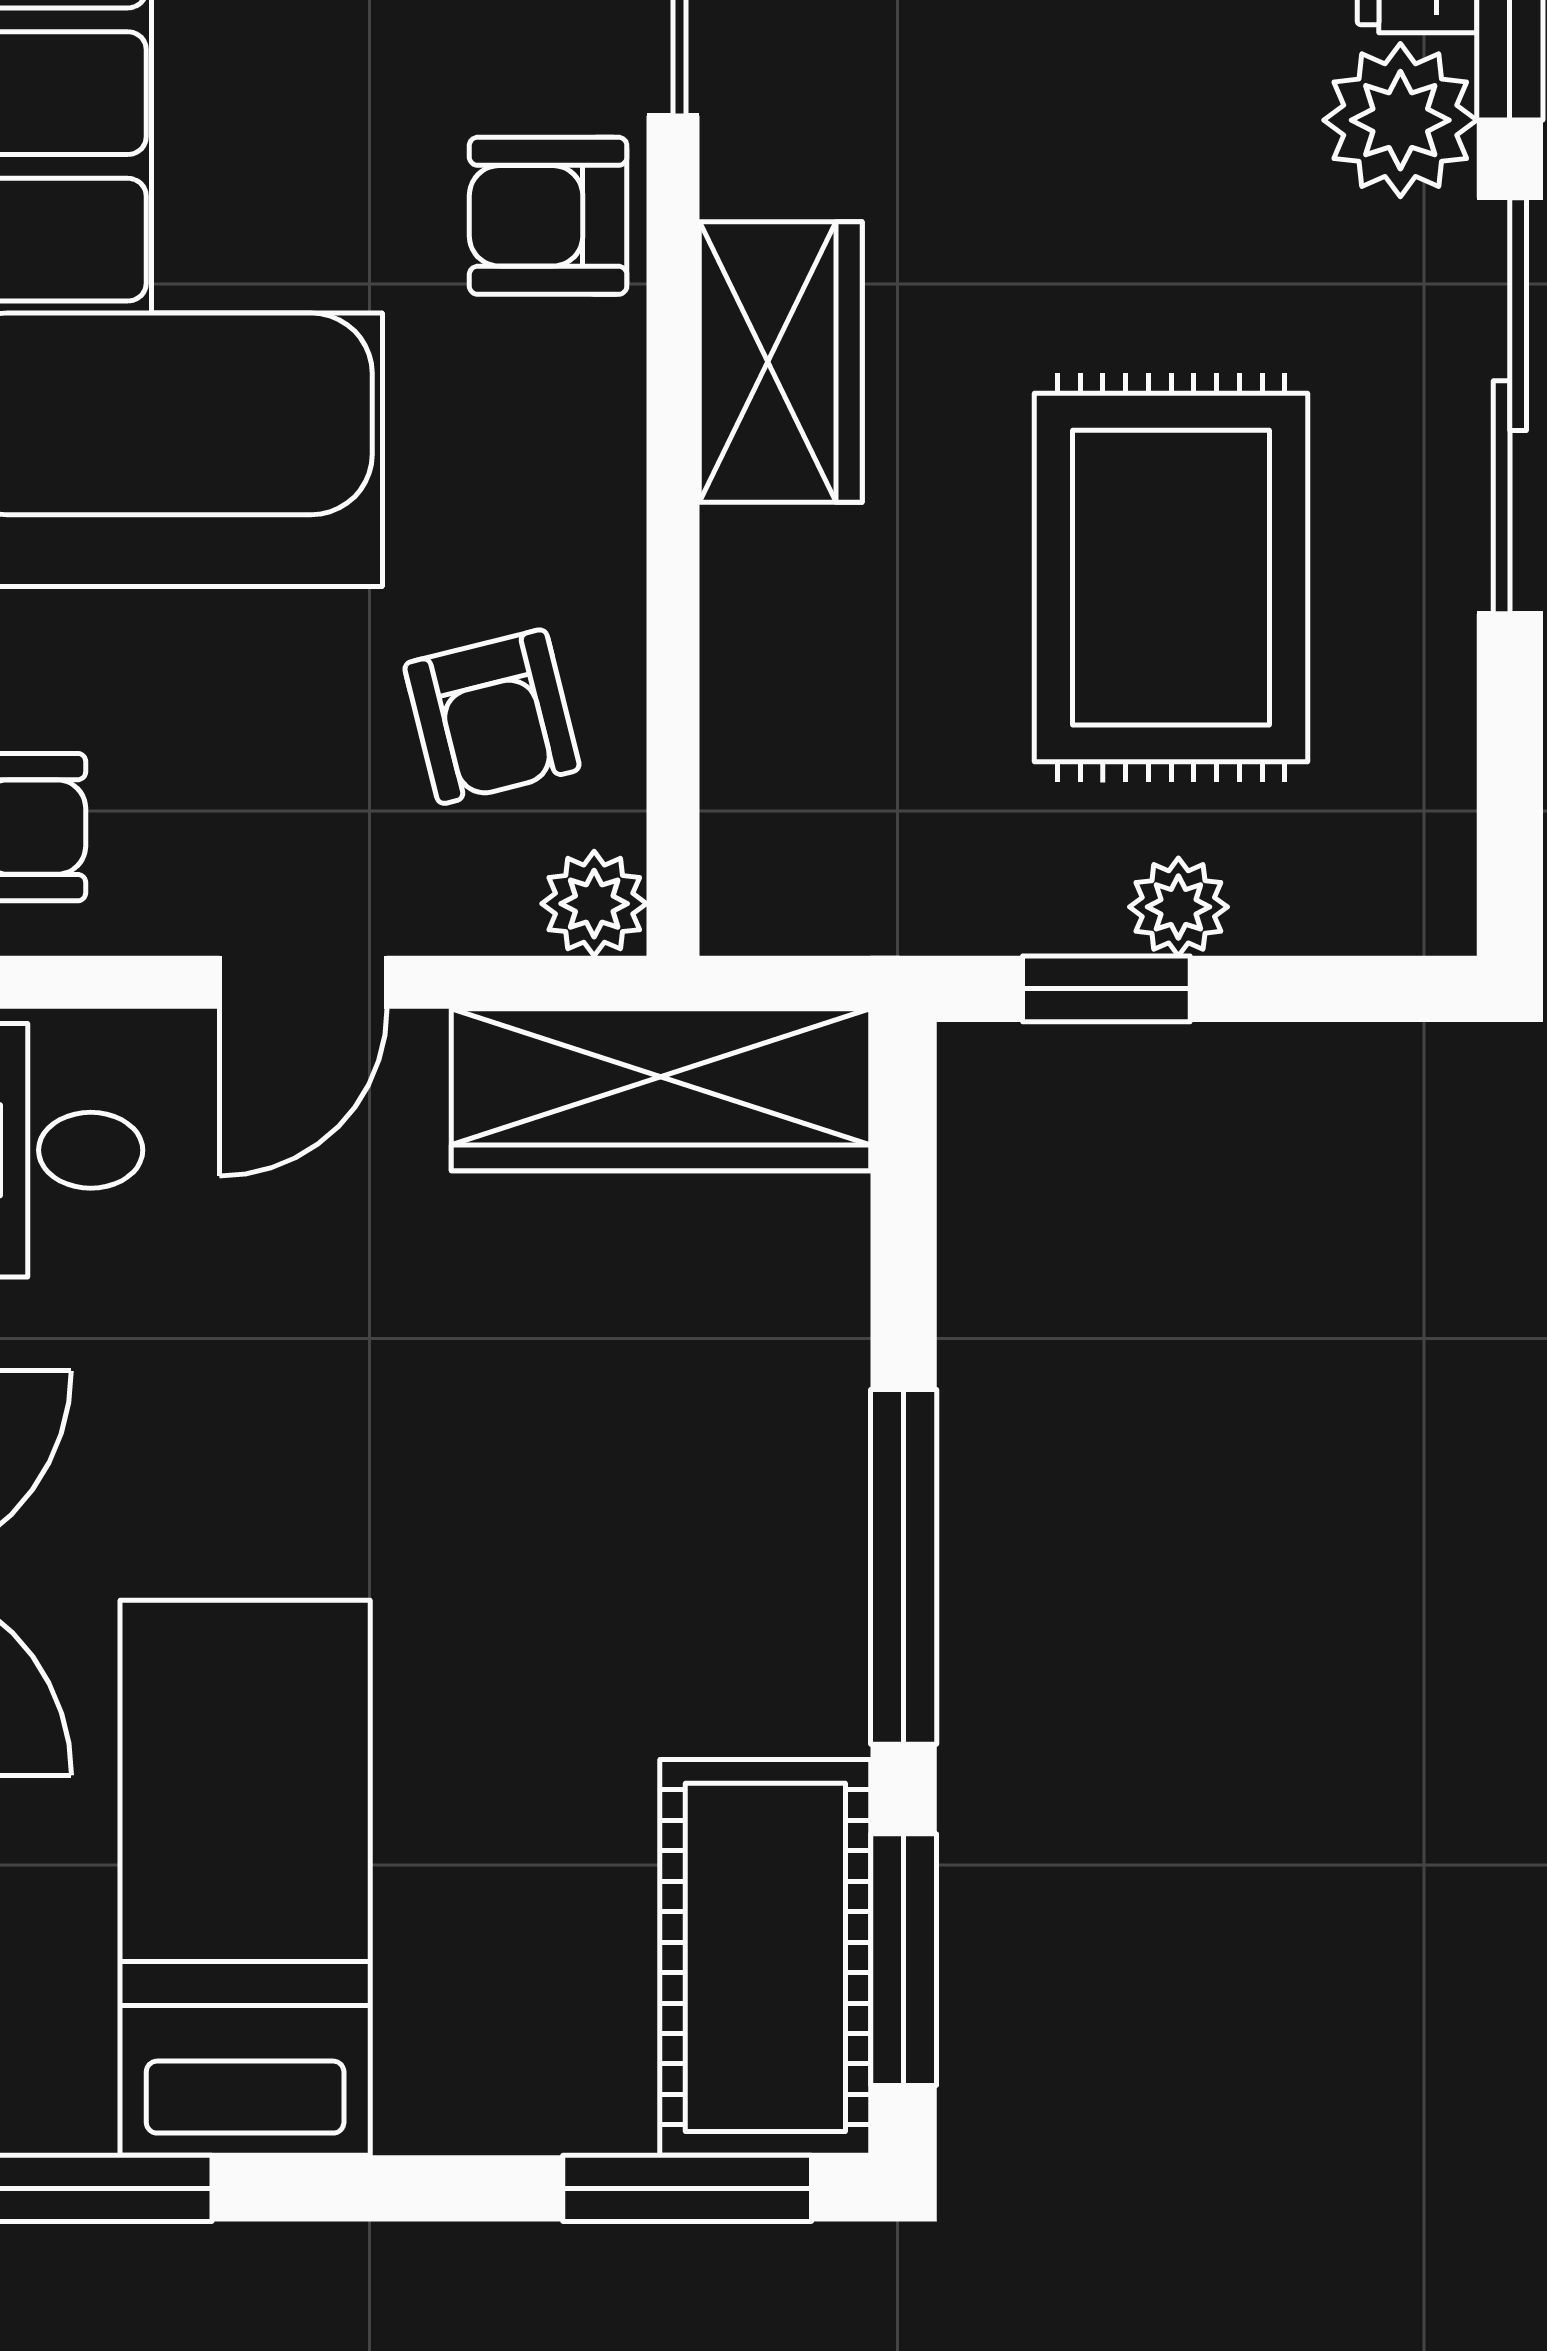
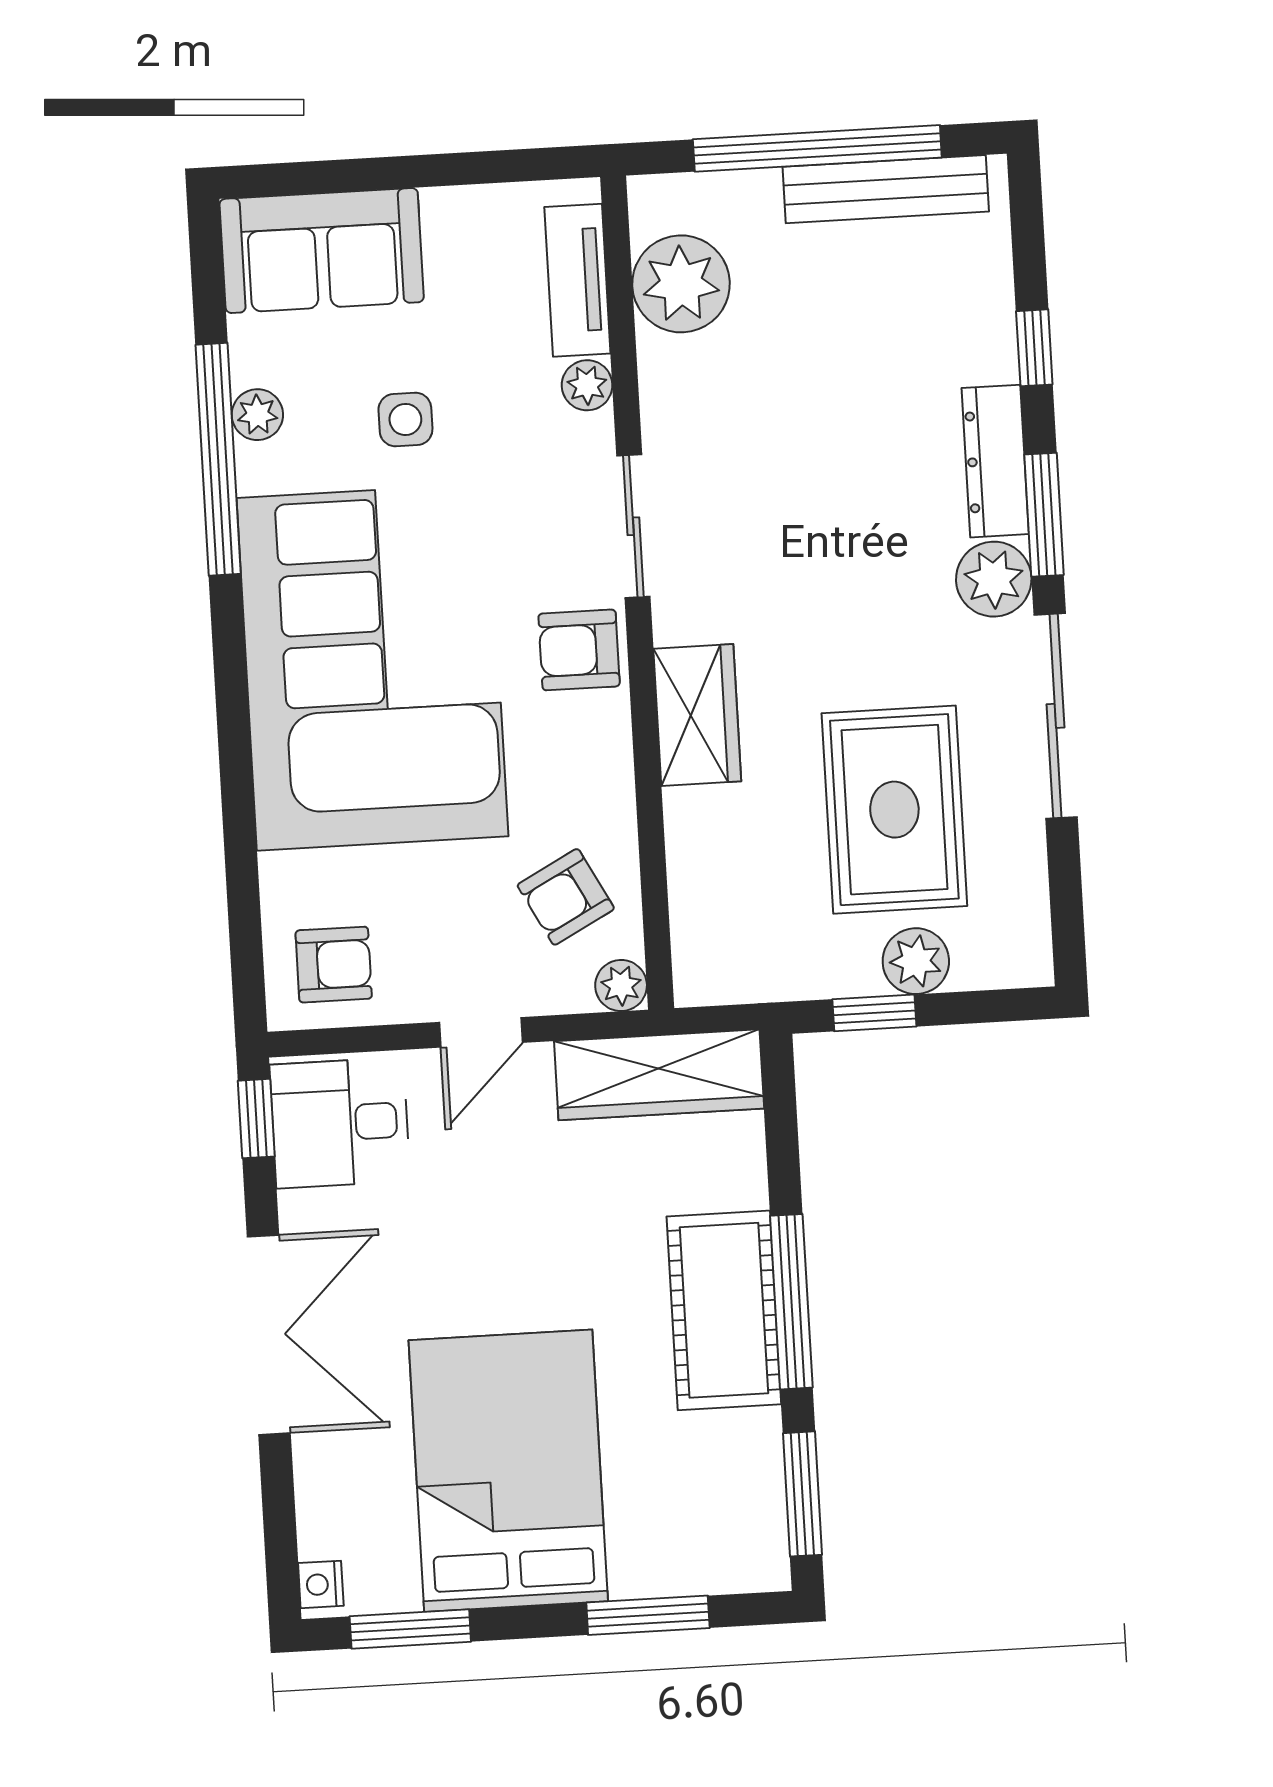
armchair: (492, 717) -> (566, 897), turned 76
plant: (1178, 907) -> (916, 961), width x1.38, depth x1.38
bed: (245, 1878) -> (508, 1471), width x1.50
cot: (765, 1957) -> (724, 1310), moved
window: (687, 2188) -> (648, 1615), moved

